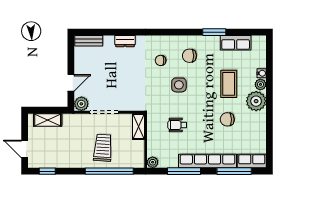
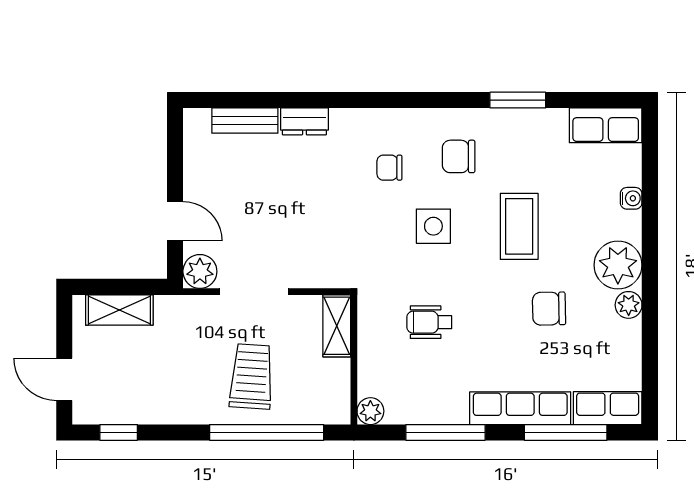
bench: (89, 41) -> (245, 121), moved
row of seats: (236, 43) -> (606, 125), moved
door: (71, 83) -> (175, 221), hinge flipped
coffee table: (229, 84) -> (519, 226), moved
plant: (260, 84) -> (629, 305), moved
row of seats: (208, 161) -> (520, 408), width x0.73

